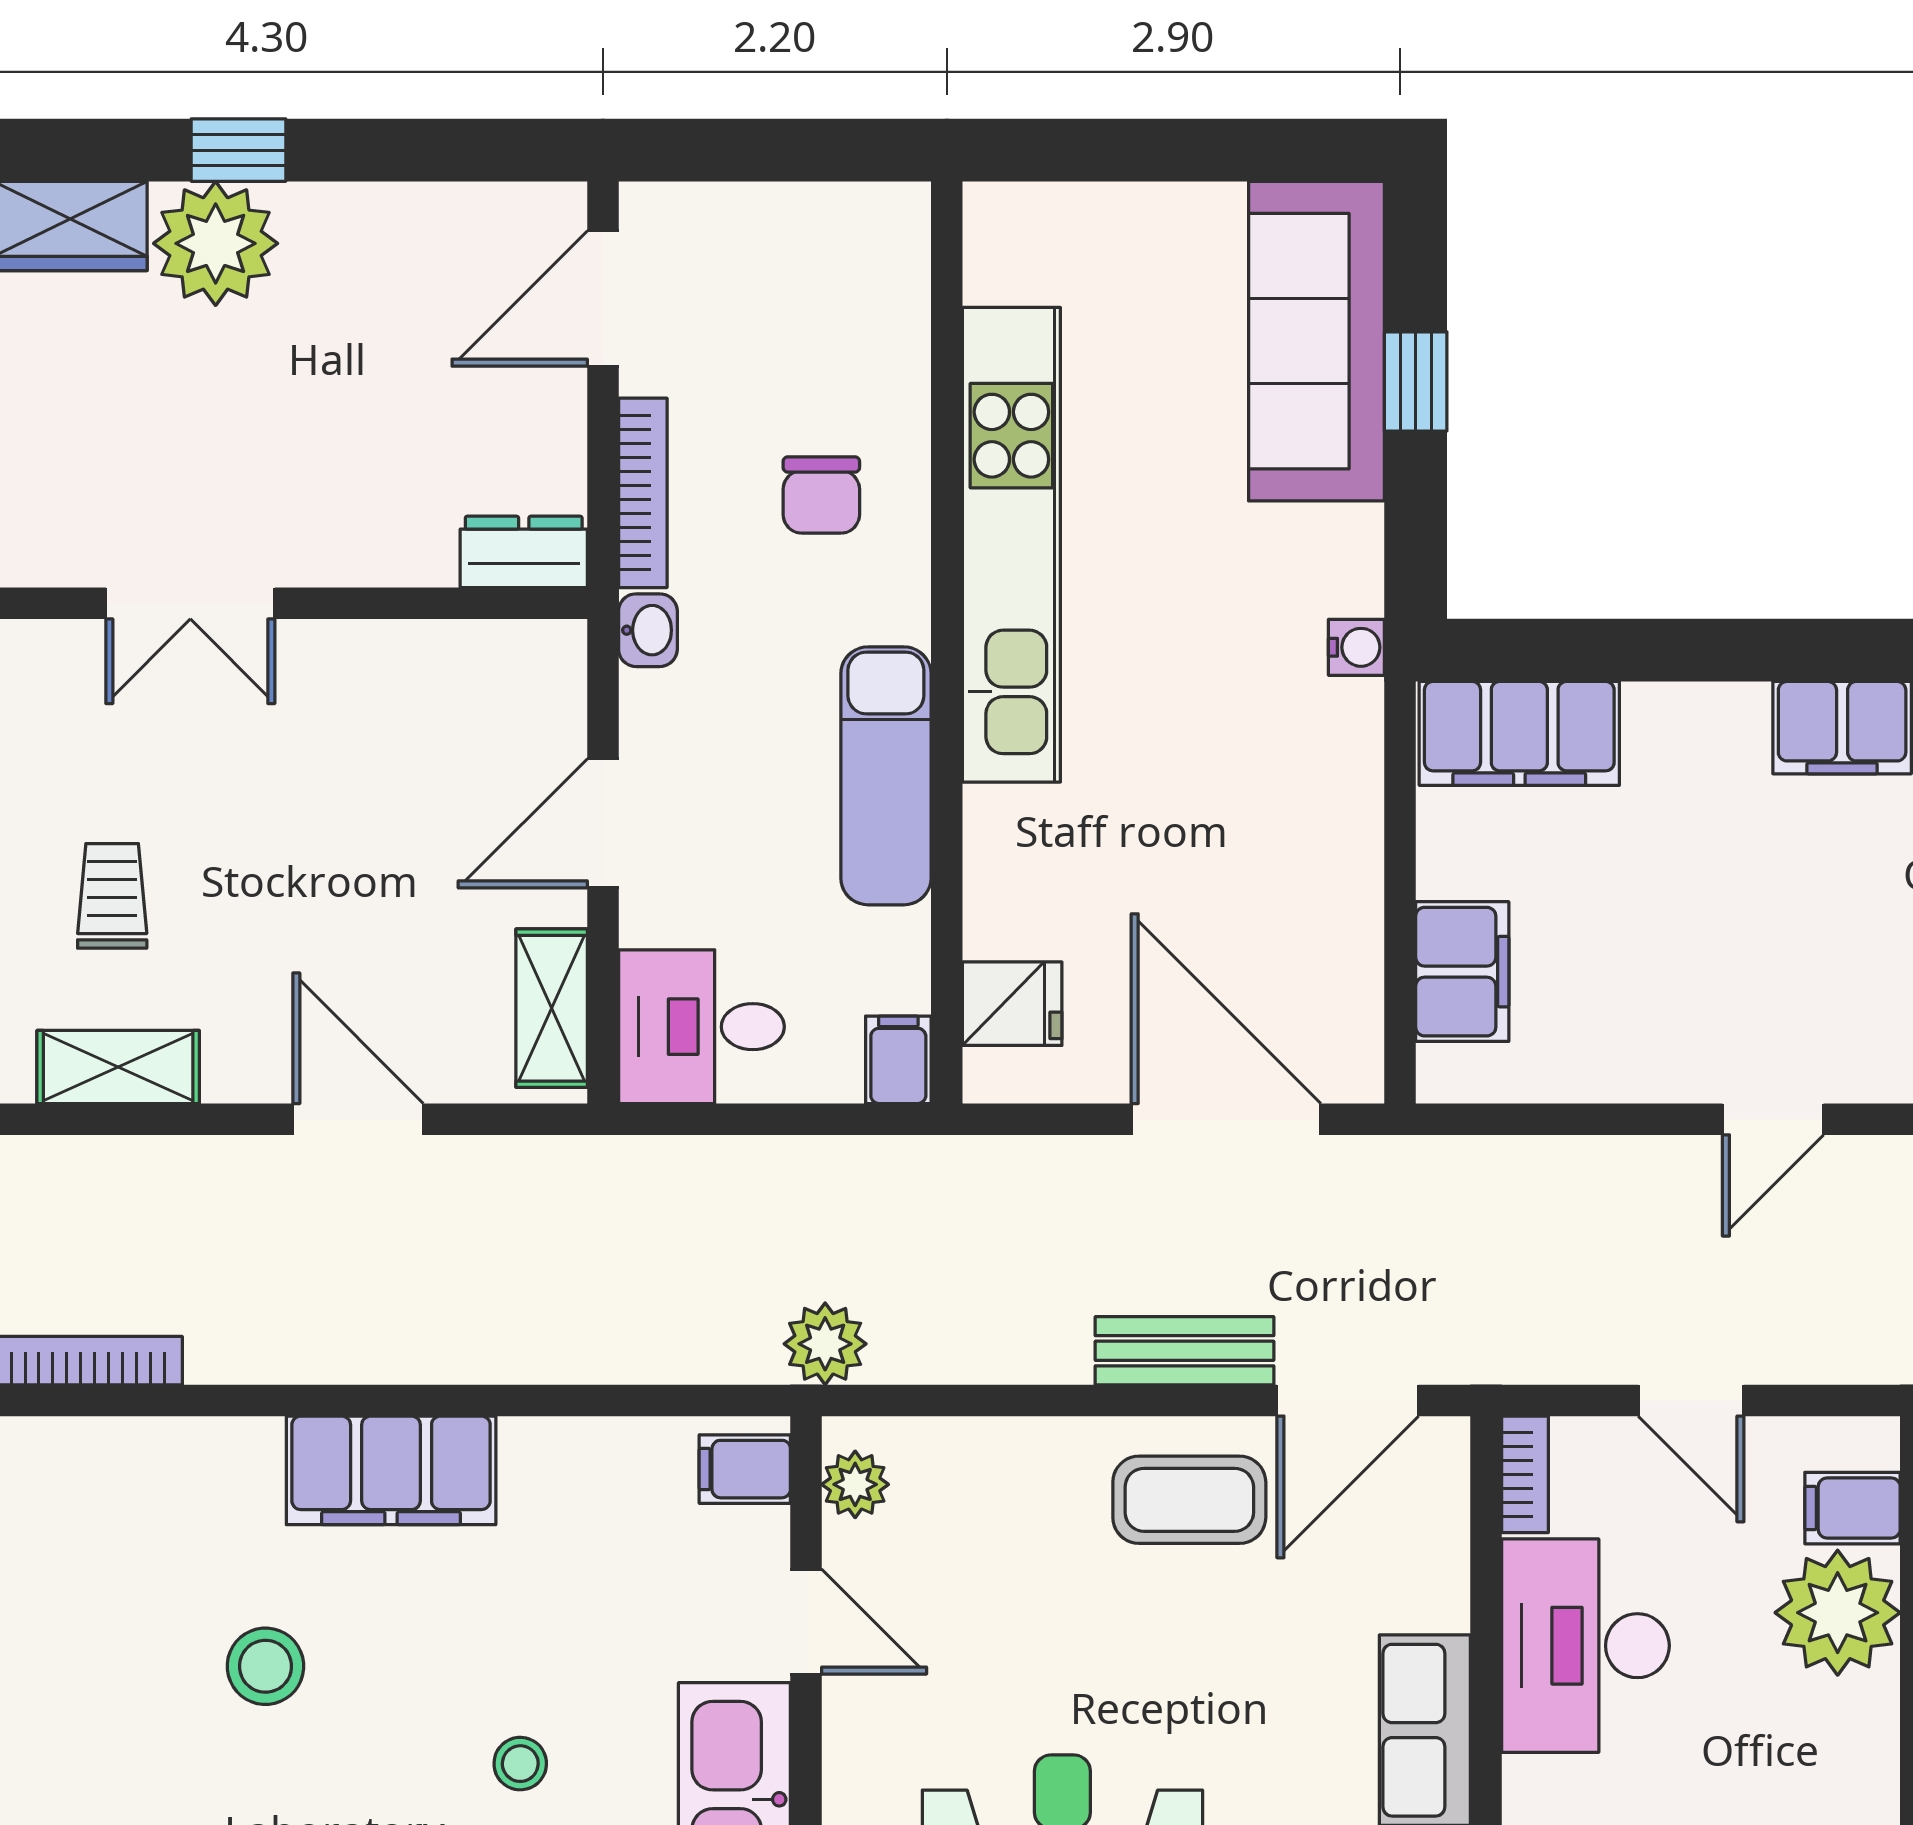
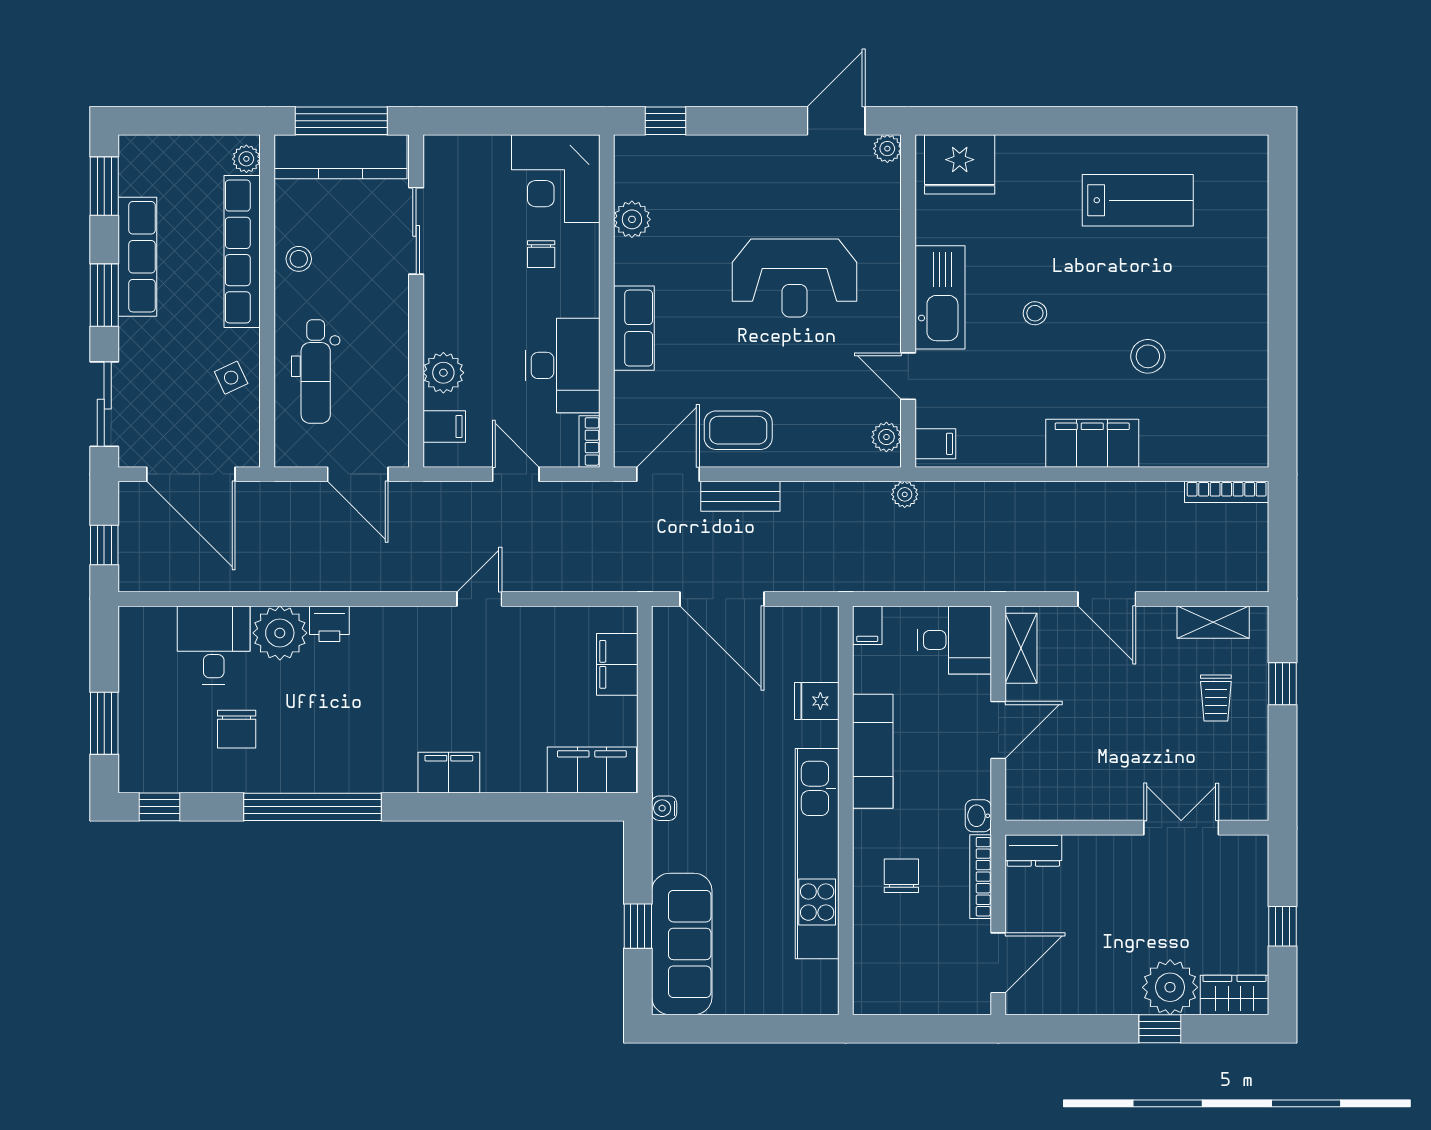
fridge: (1012, 1004) -> (817, 701), moved
plant: (825, 1344) -> (905, 494), width x0.73, depth x0.73
plant: (1838, 1613) -> (443, 373), width x0.73, depth x0.73

